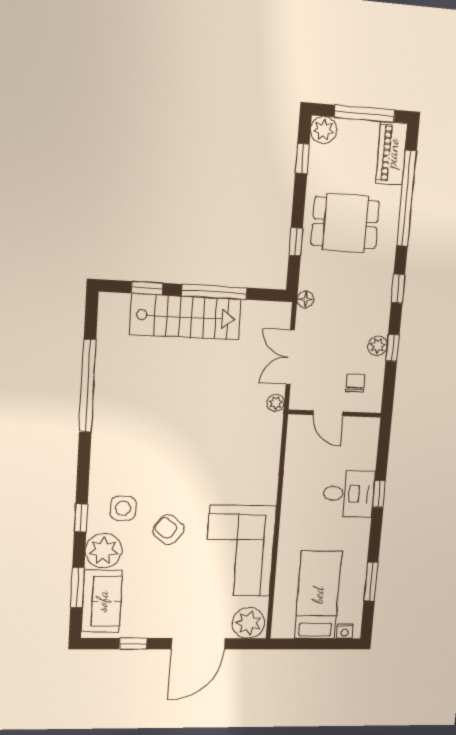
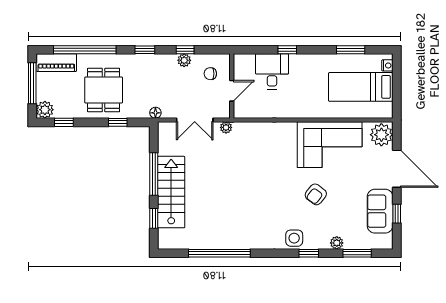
desk: (349, 494) -> (272, 71), moved
side table: (123, 508) -> (294, 238), moved
plant: (104, 551) -> (337, 243), width x0.53, depth x0.53
sofa: (102, 601) -> (380, 211), moved, turned -90

